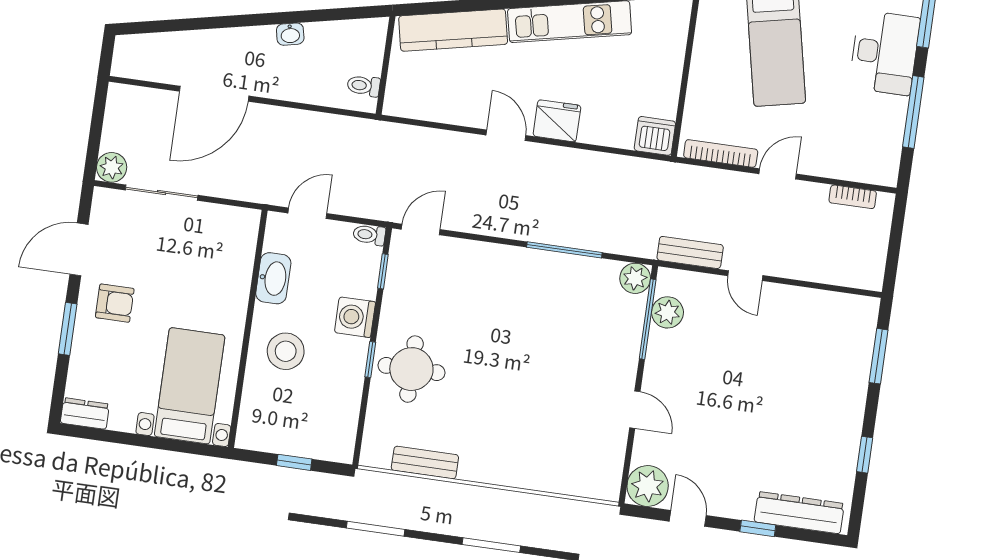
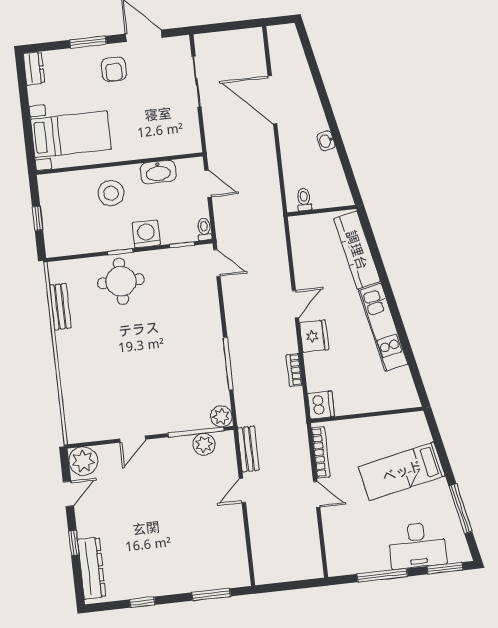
plant: (112, 167) -> (205, 44), removed
bookcase: (853, 197) -> (294, 370), moved

